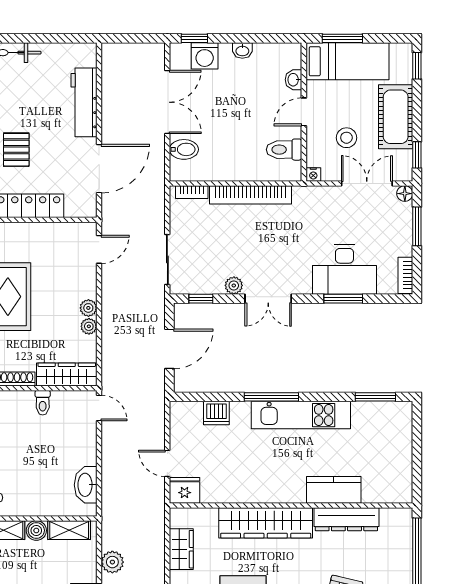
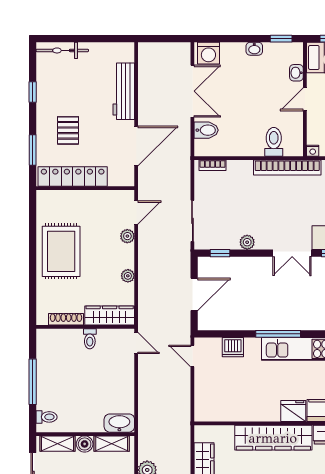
window: (194, 38) -> (281, 39), moved
washing machine: (205, 56) -> (208, 53), moved
toilet: (284, 150) -> (274, 142), moved, turned 90
bookcase: (251, 195) -> (287, 168), moved
double door: (268, 299) -> (292, 253), moved
plant: (88, 308) -> (127, 236), moved
door: (167, 463) -> (192, 356), moved
washbasin: (86, 485) -> (119, 423), moved, turned 90
fridge: (185, 490) -> (293, 411), moved

